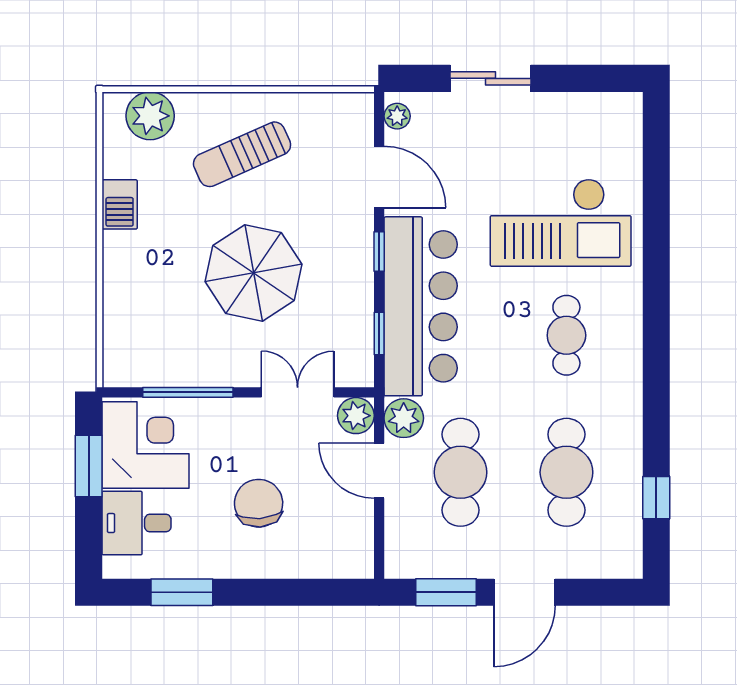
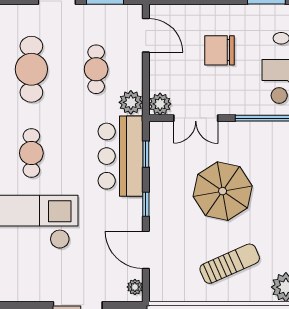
bar counter: (421, 306) -> (120, 156), width x0.73
door: (379, 471) -> (146, 35), moved
cafe table: (461, 472) -> (96, 69), width x0.73, depth x0.74
chair: (259, 503) -> (220, 50), turned 94

